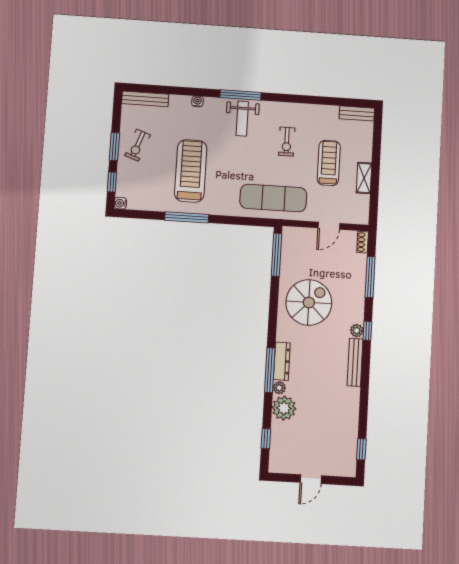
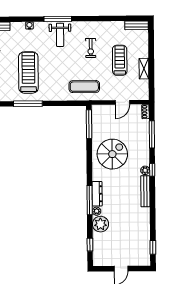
exercise mat: (273, 198) -> (84, 87), width x0.73, depth x0.69

